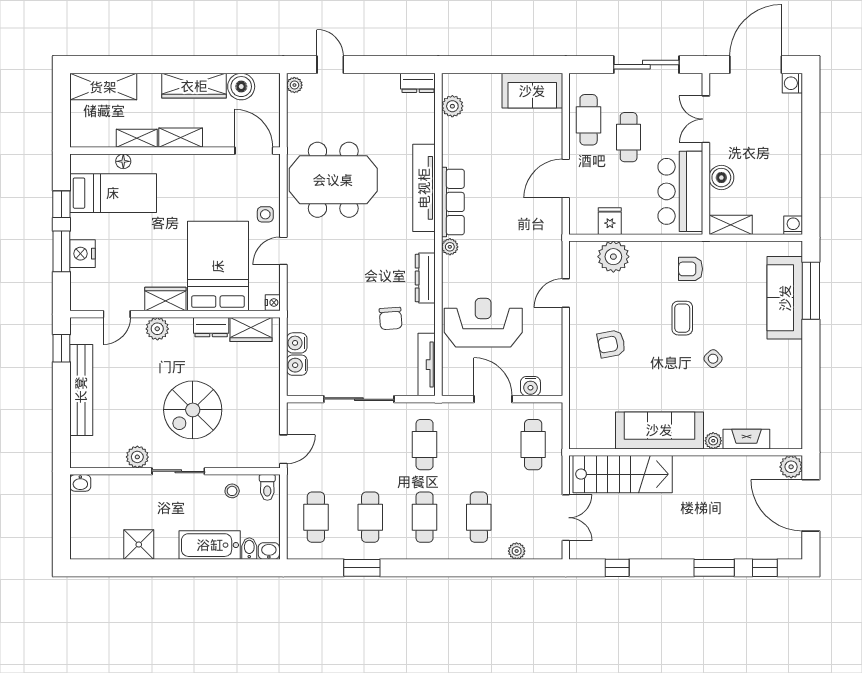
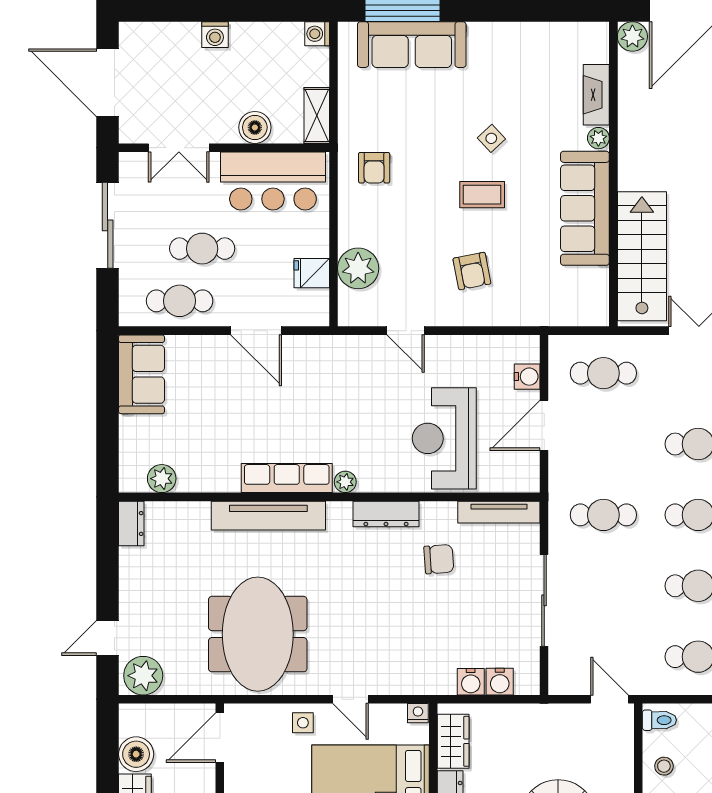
washing machine: (792, 83) -> (215, 35), moved
plant: (294, 85) -> (143, 676), width x1.88, depth x1.88
coffee table: (682, 318) -> (482, 195), moved

